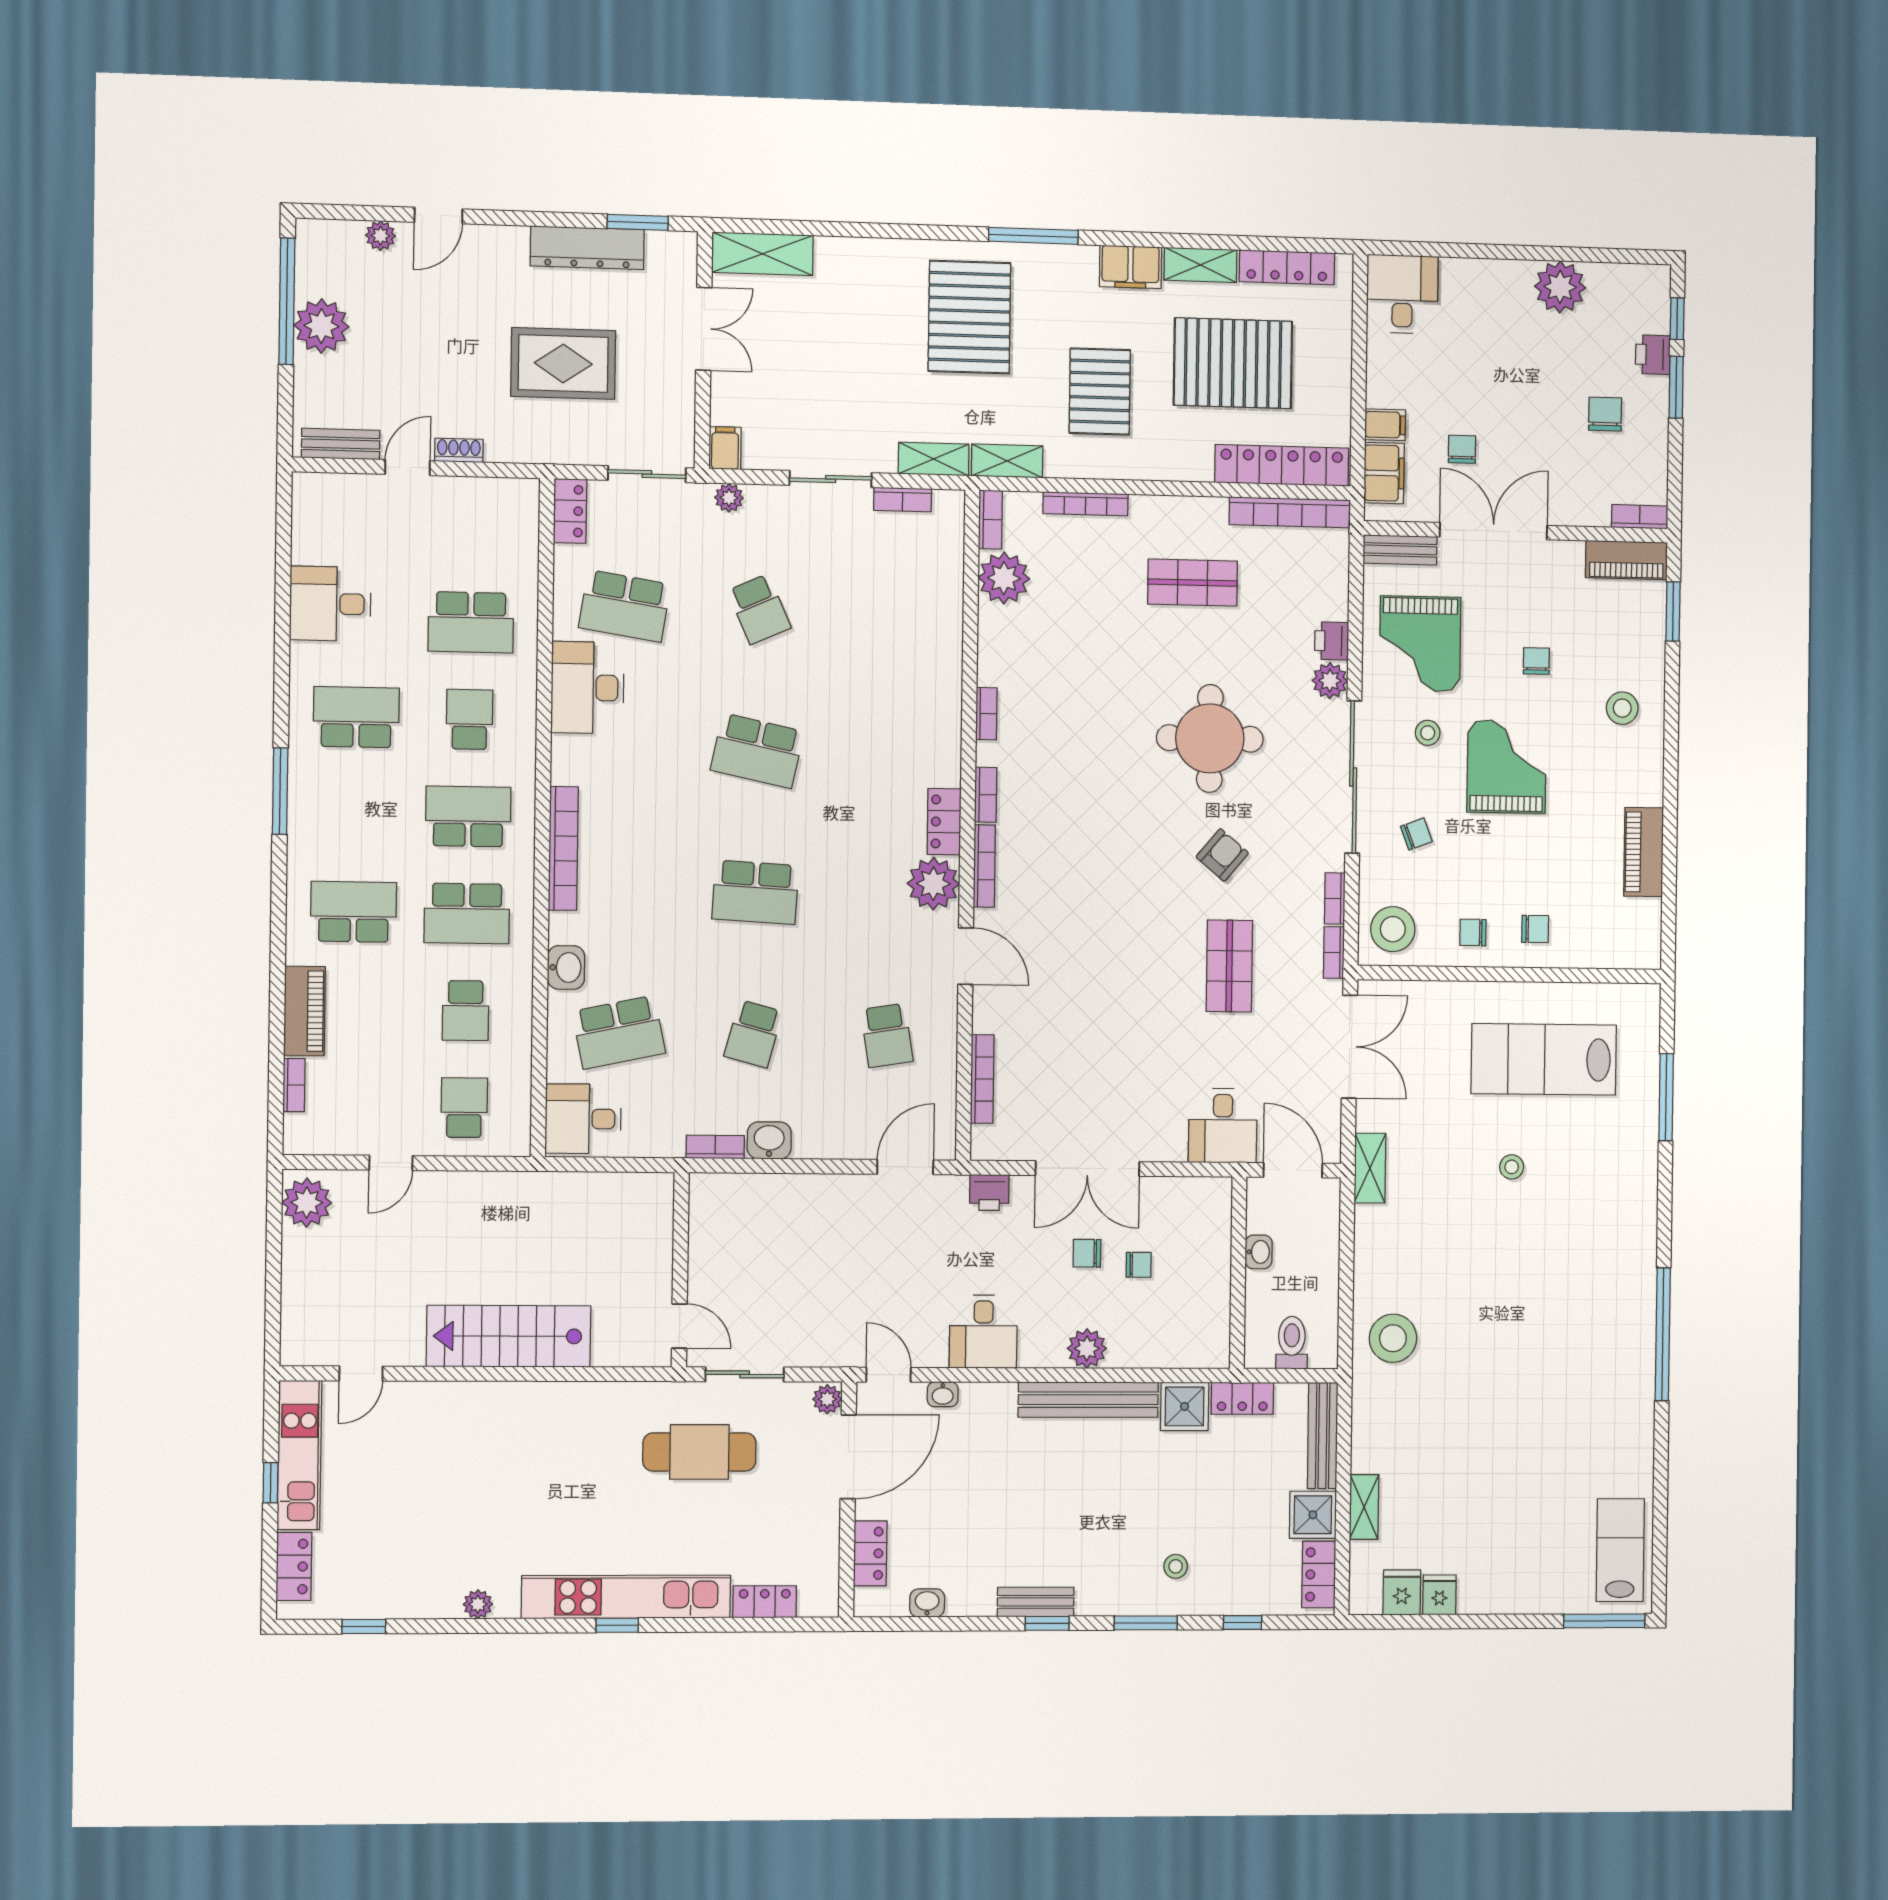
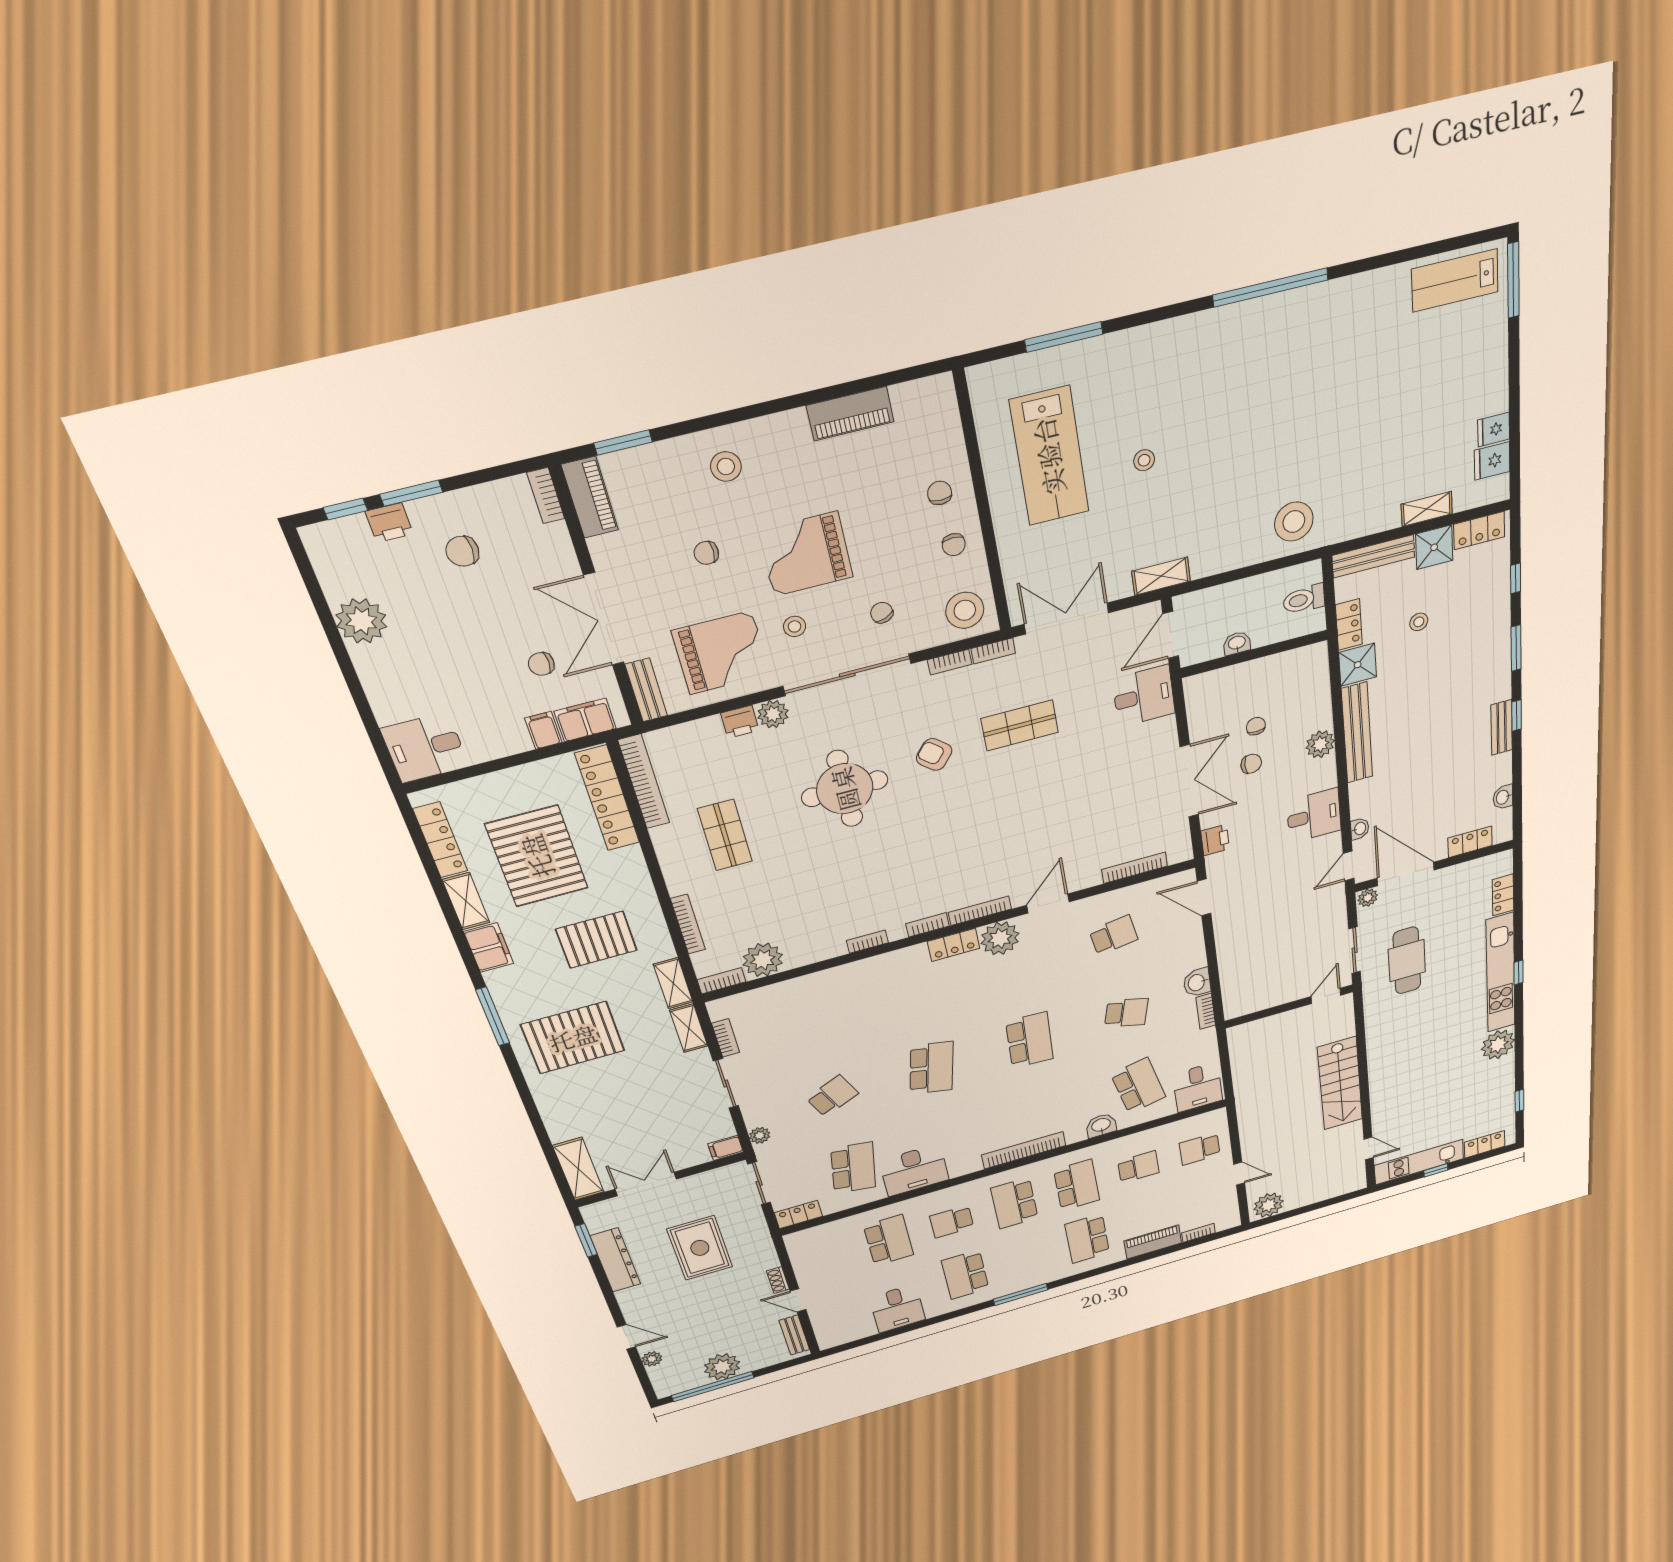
chair: (1087, 1253) -> (1251, 764), turned -90
stool: (1176, 1566) -> (1419, 622), moved
plant: (478, 1604) -> (1498, 1045), width x1.88, depth x1.88

